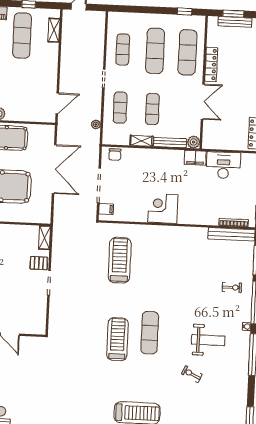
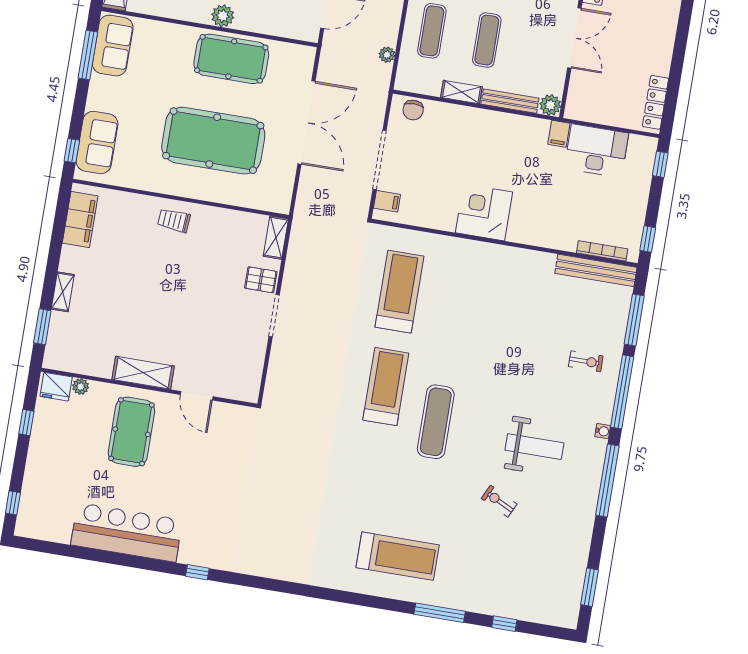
filing cabinet: (195, 158) -> (559, 134), width x0.50
treadmill: (117, 339) -> (386, 387), moved

